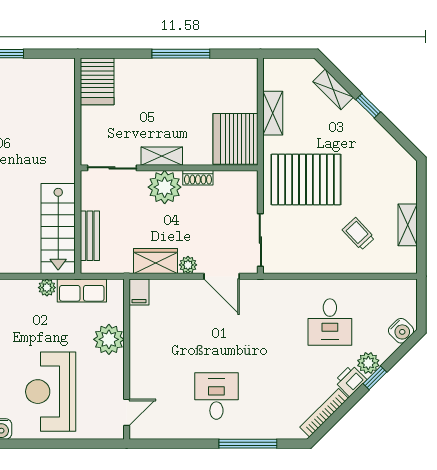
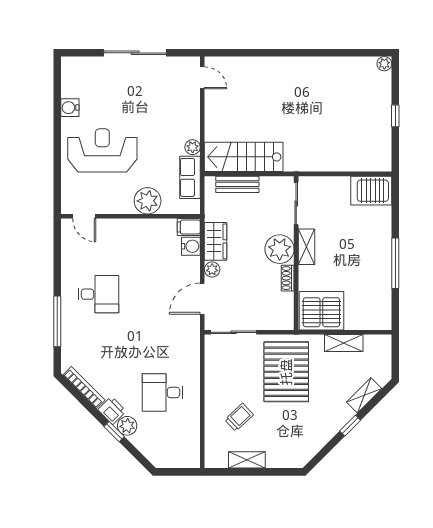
water cooler: (401, 331) -> (191, 246), moved, turned -135

